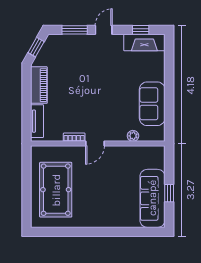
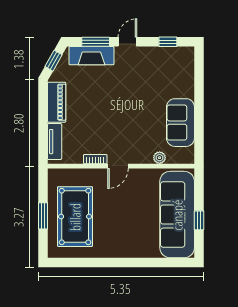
fireplace: (144, 43) -> (91, 56), moved
window: (27, 189) -> (43, 216), added
sofa: (152, 198) -> (177, 215), width x1.36, depth x1.27

